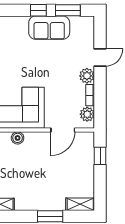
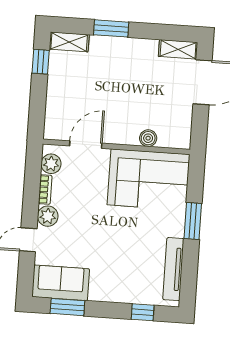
window: (38, 10) -> (143, 312), moved
sofa: (49, 28) -> (61, 283), moved
window: (100, 156) -> (41, 62), moved

